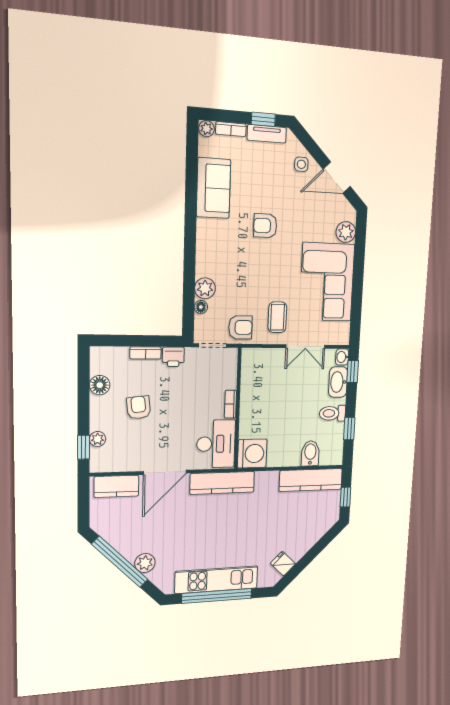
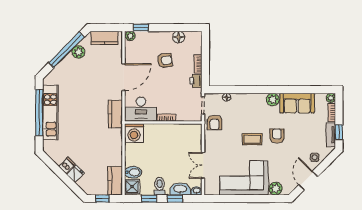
plant: (205, 288) -> (273, 100), moved
coffee table: (277, 317) -> (252, 139), moved
window: (353, 372) -> (175, 199), moved
plant: (98, 439) -> (130, 36), moved
shower: (331, 454) -> (132, 187), added
door: (165, 472) -> (123, 77), swing flipped
kitchen counter: (311, 480) -> (115, 181), width x0.67
kitchen counter: (222, 483) -> (115, 114), width x0.67
kitchen counter: (116, 486) -> (104, 38), moved, turned -90
dishwasher: (296, 551) -> (67, 165), added
plant: (145, 563) -> (78, 52), moved
fridge: (283, 564) -> (75, 174), moved

